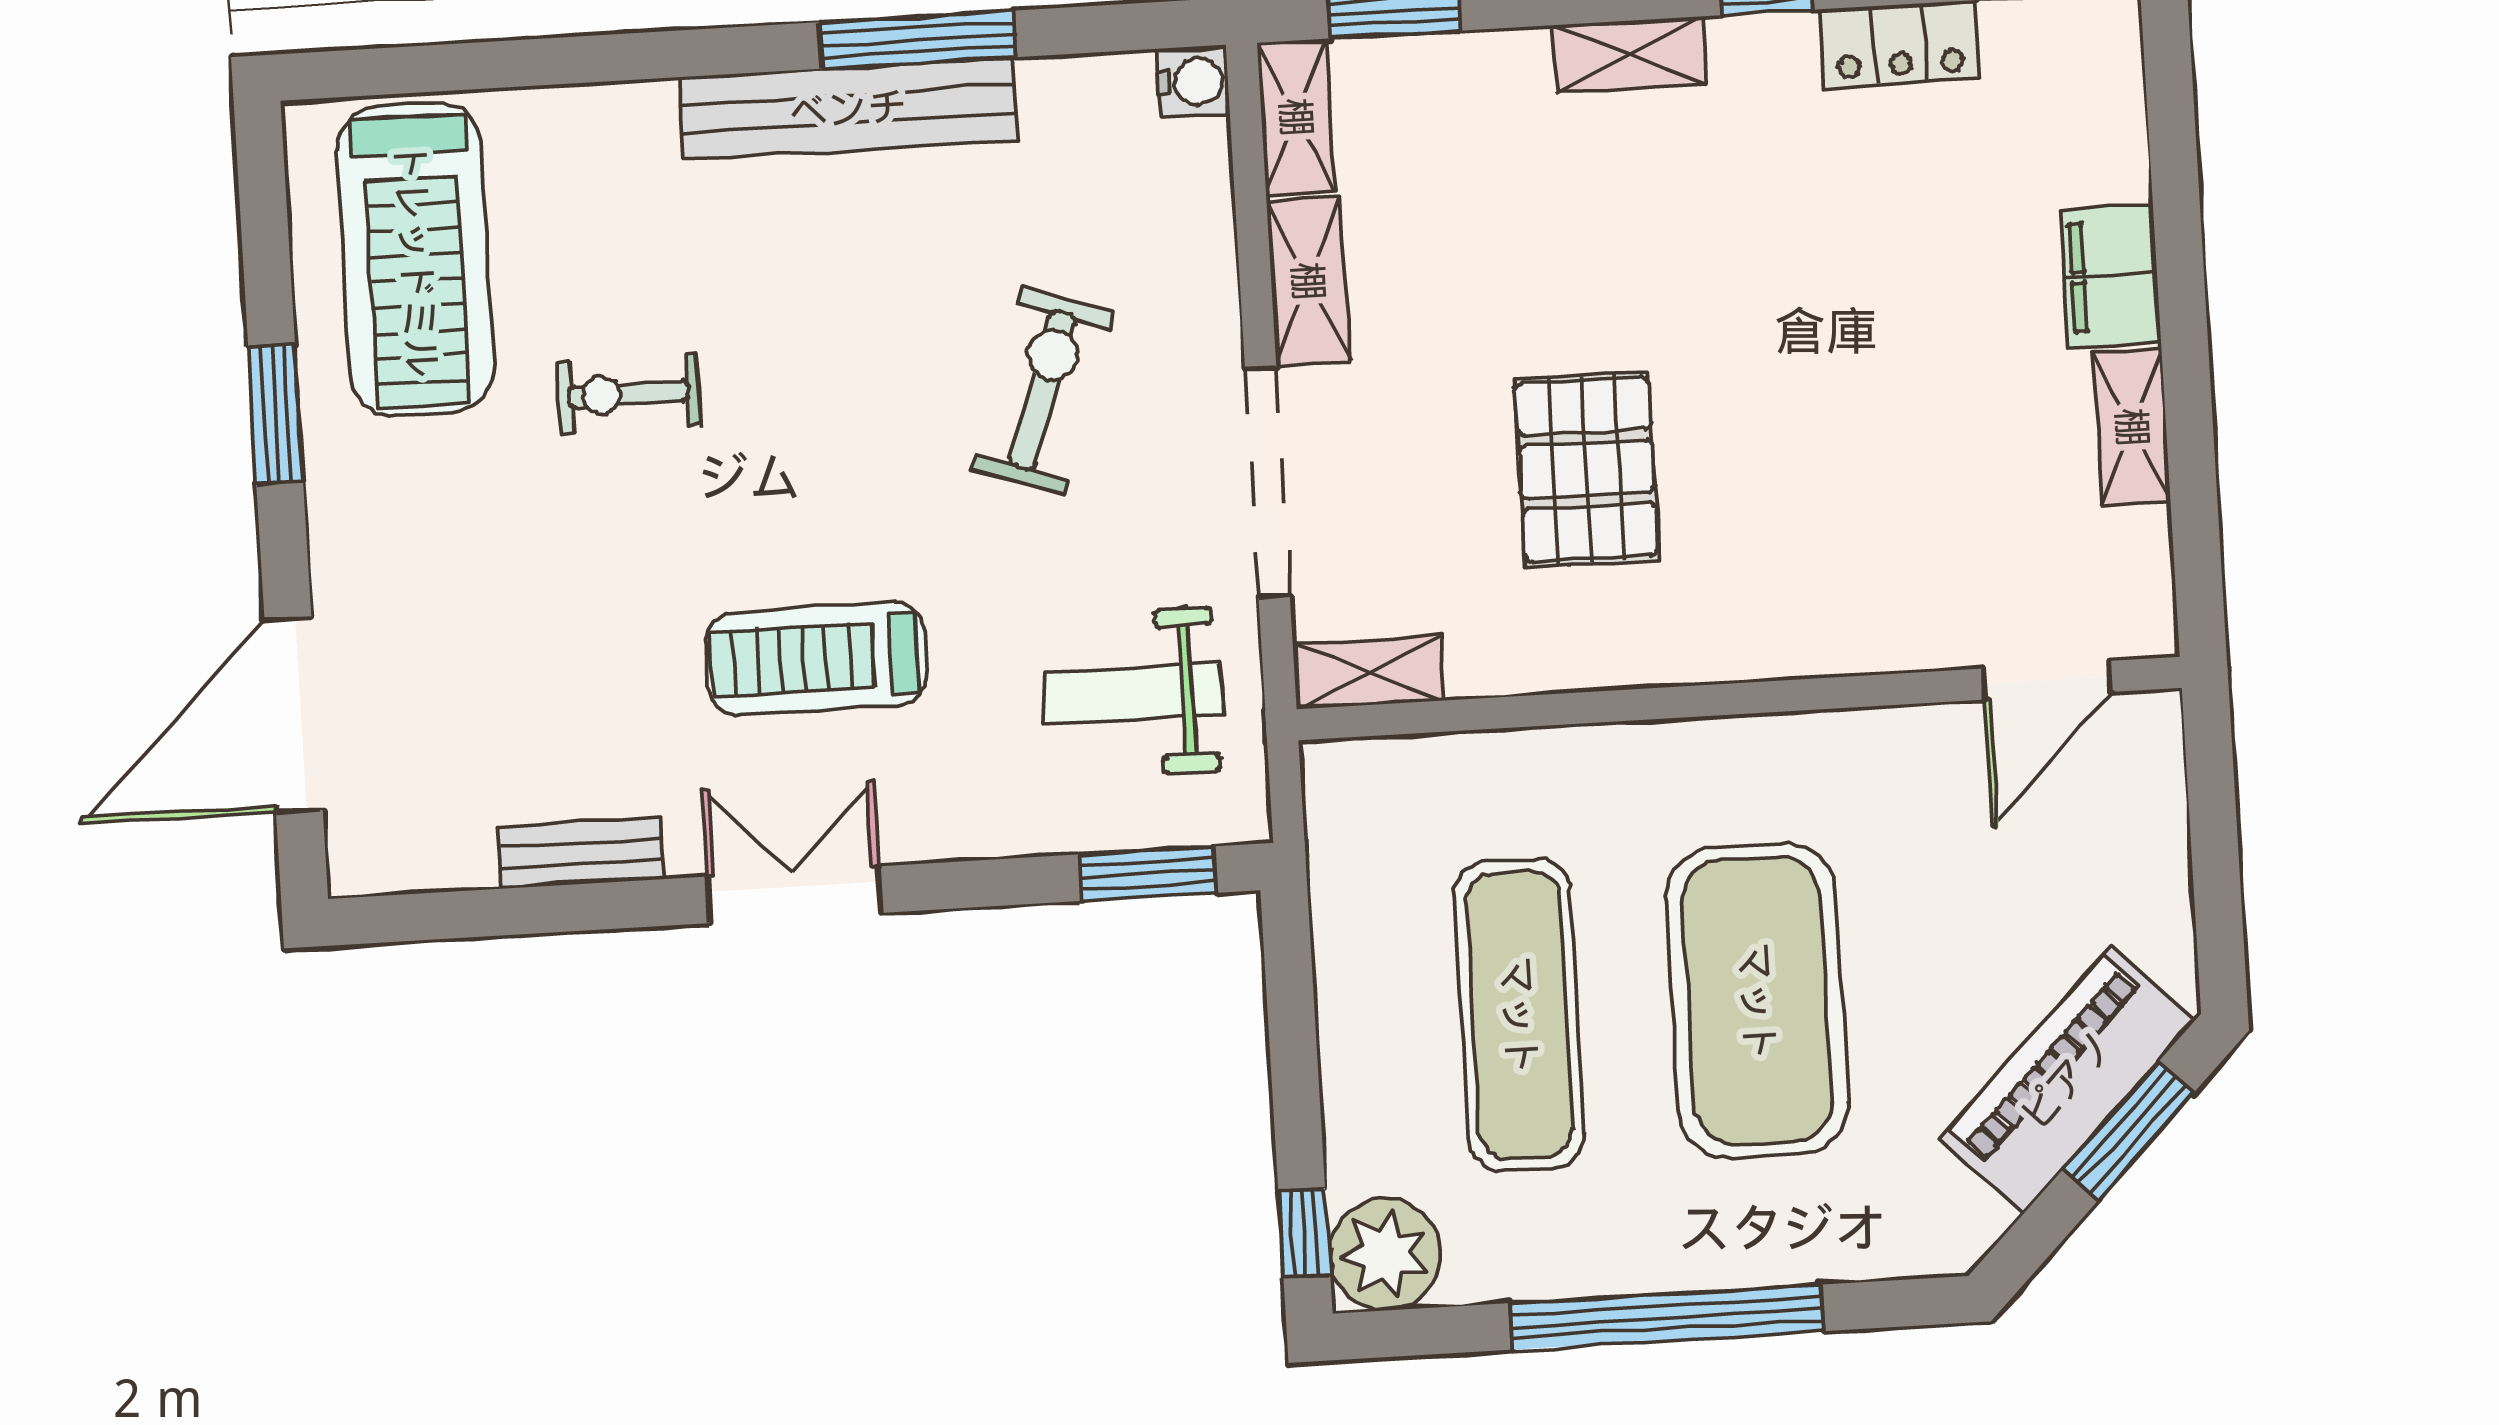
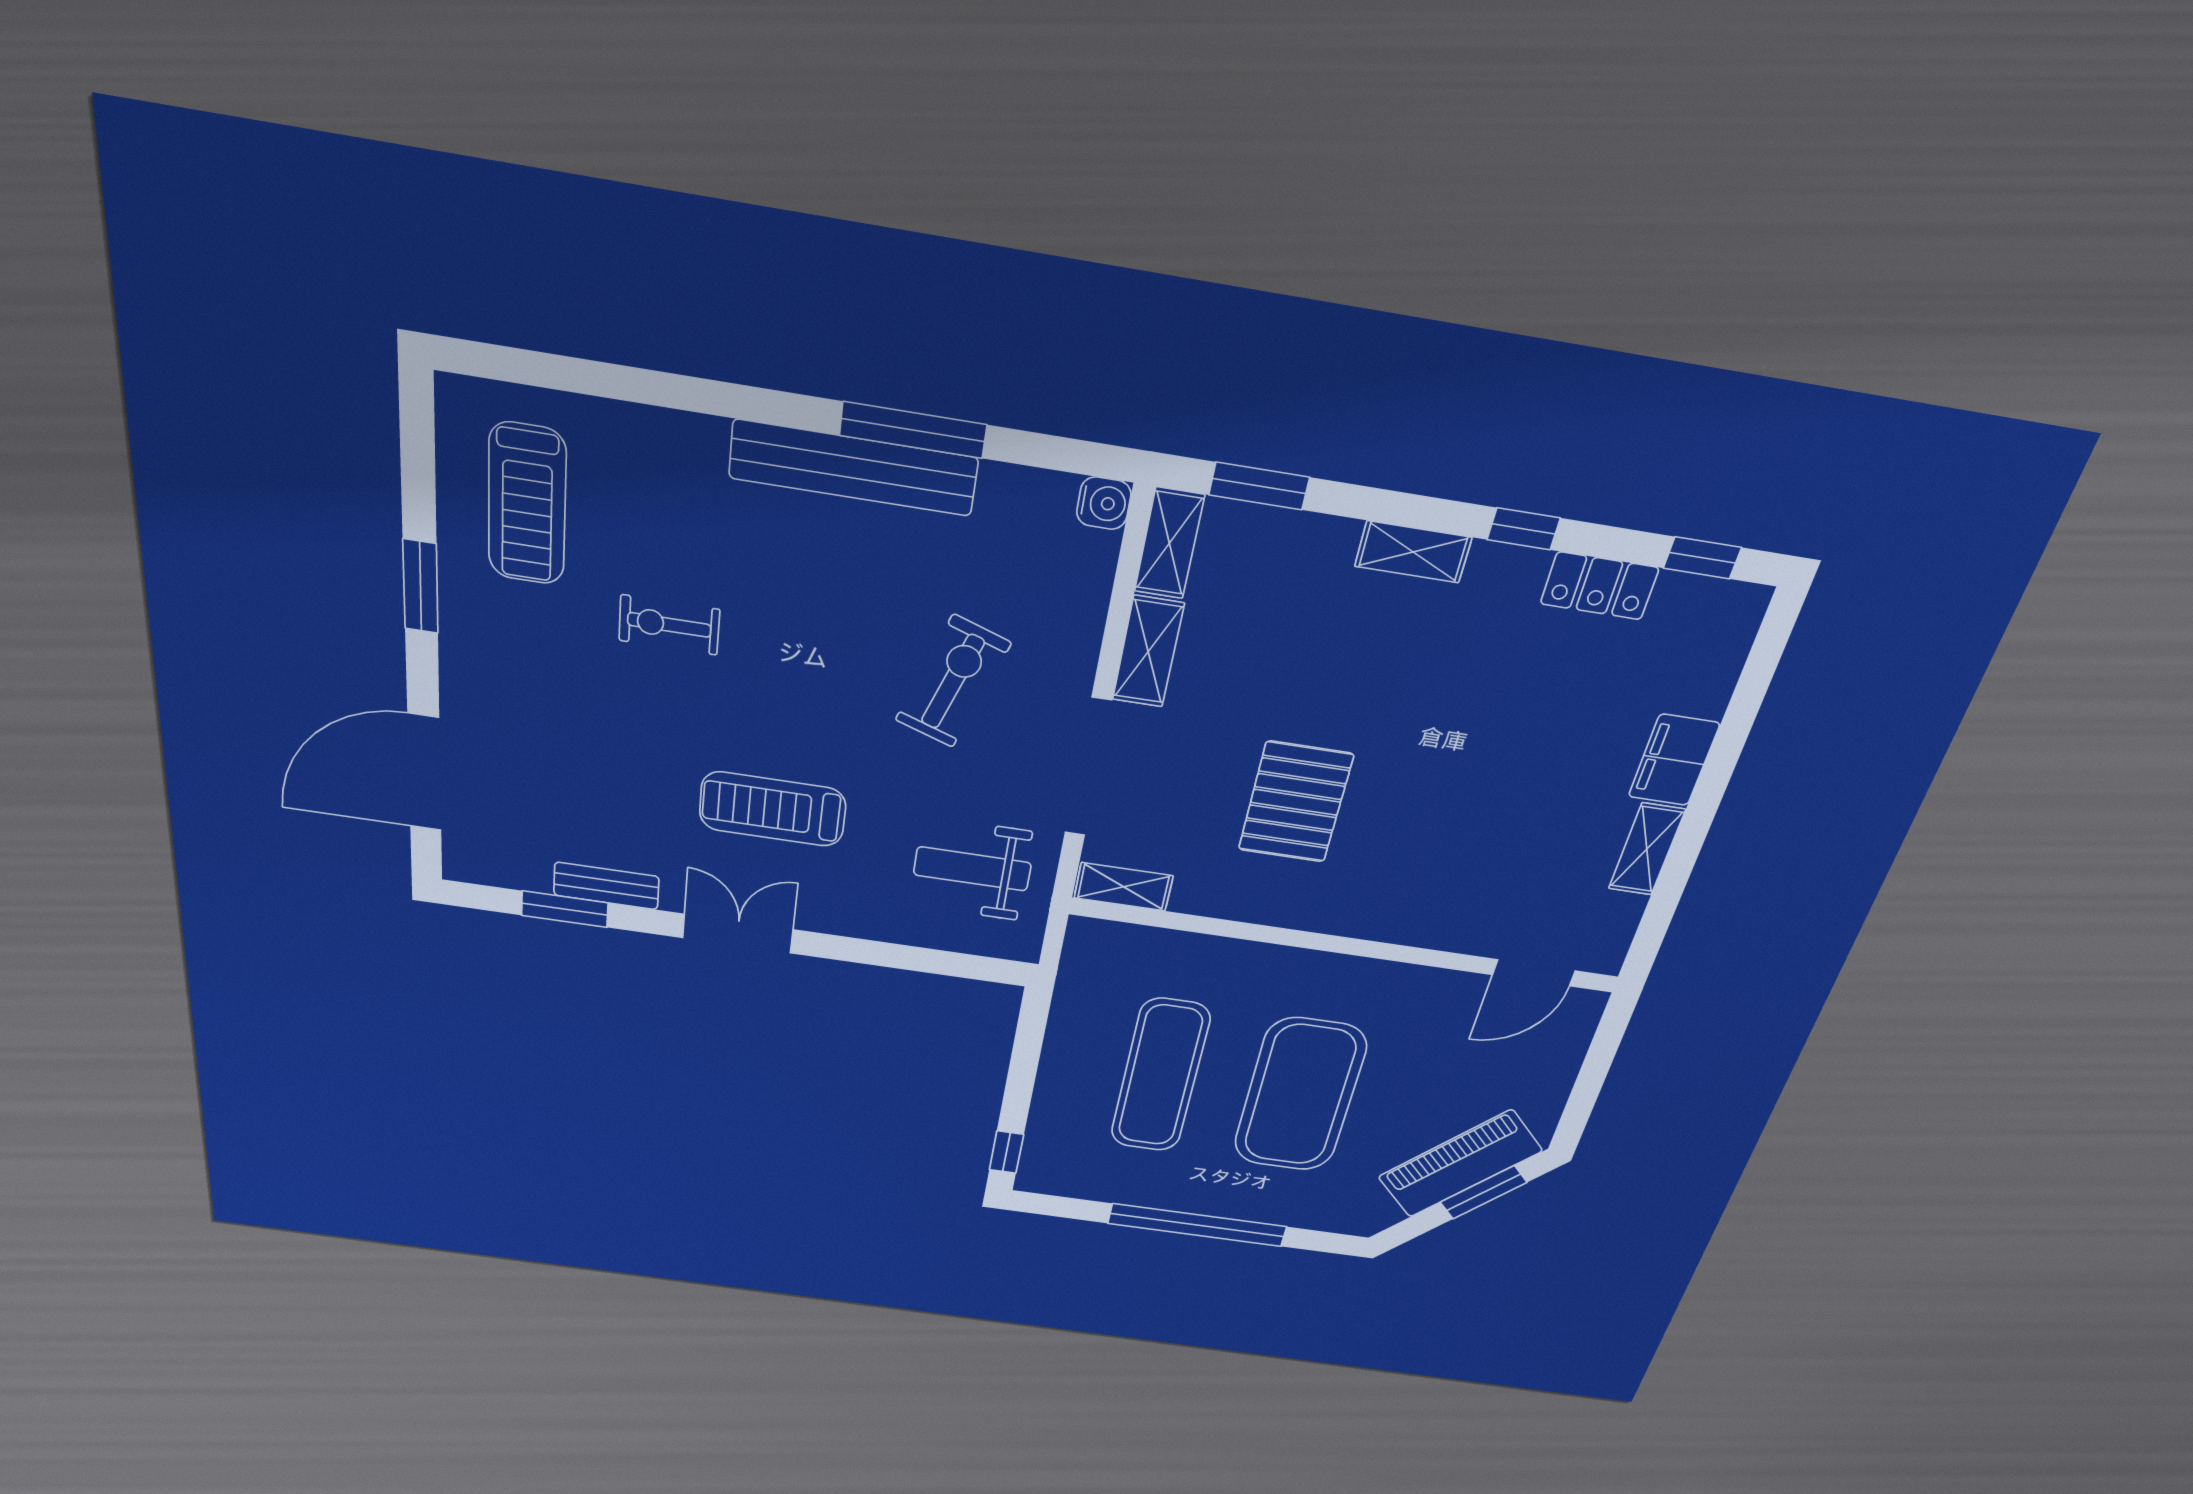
treadmill: (416, 259) -> (527, 504), width x0.73, depth x0.73
window: (1148, 874) -> (565, 909), moved
plant: (1385, 1254) -> (1049, 1170), removed

